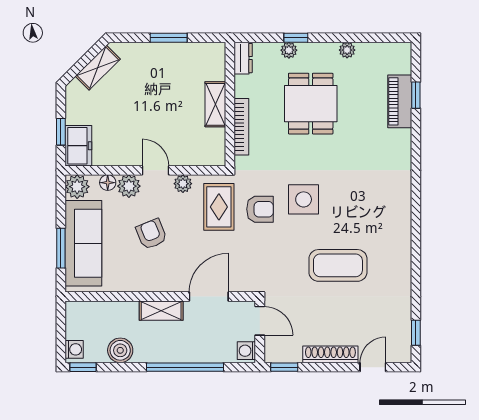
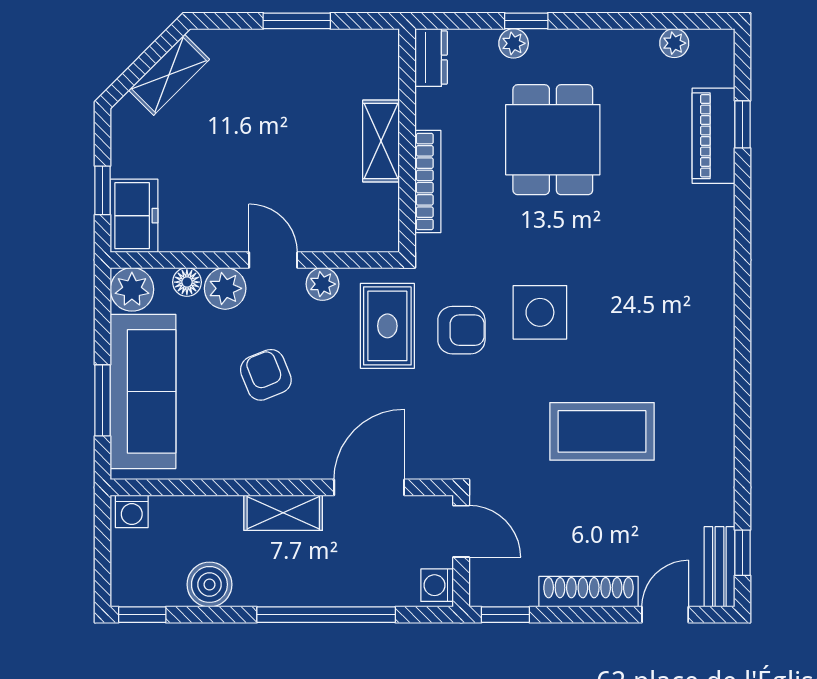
plant: (347, 50) -> (674, 43), moved
bench: (403, 341) -> (719, 567), added
washing machine: (74, 349) -> (132, 511), moved, turned 90

